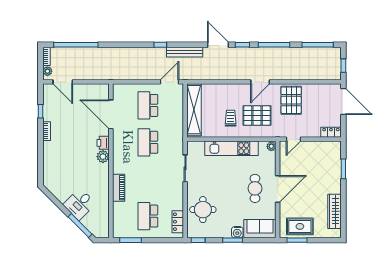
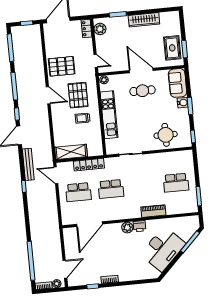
shelving: (194, 110) -> (71, 152), width x0.68
printer: (103, 143) -> (139, 226), moved
plant: (329, 147) -> (100, 29), added
desk: (79, 204) -> (163, 249), width x1.87, depth x1.30
wardrobe: (334, 211) -> (144, 20), moved
locker: (178, 222) -> (89, 165), moved, width x1.53

